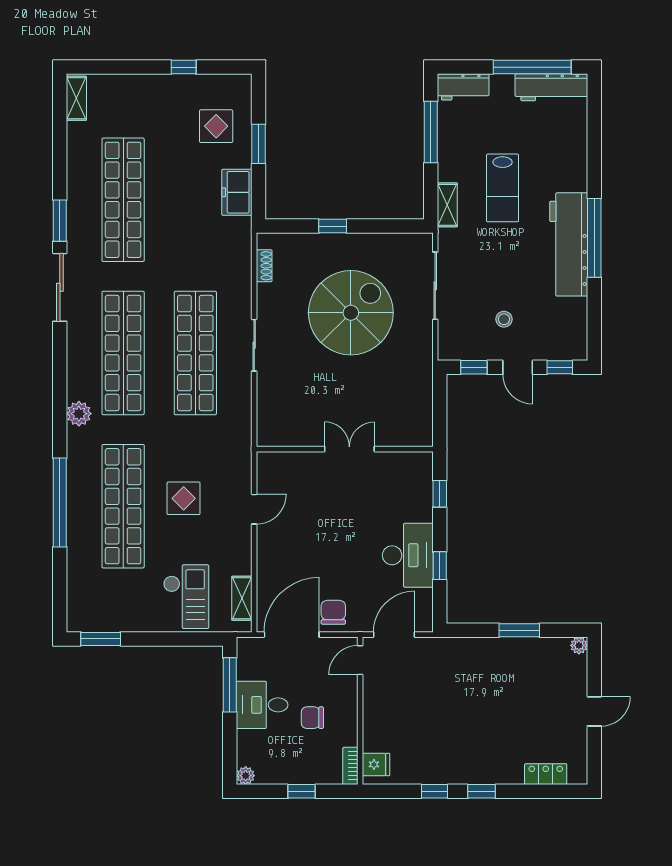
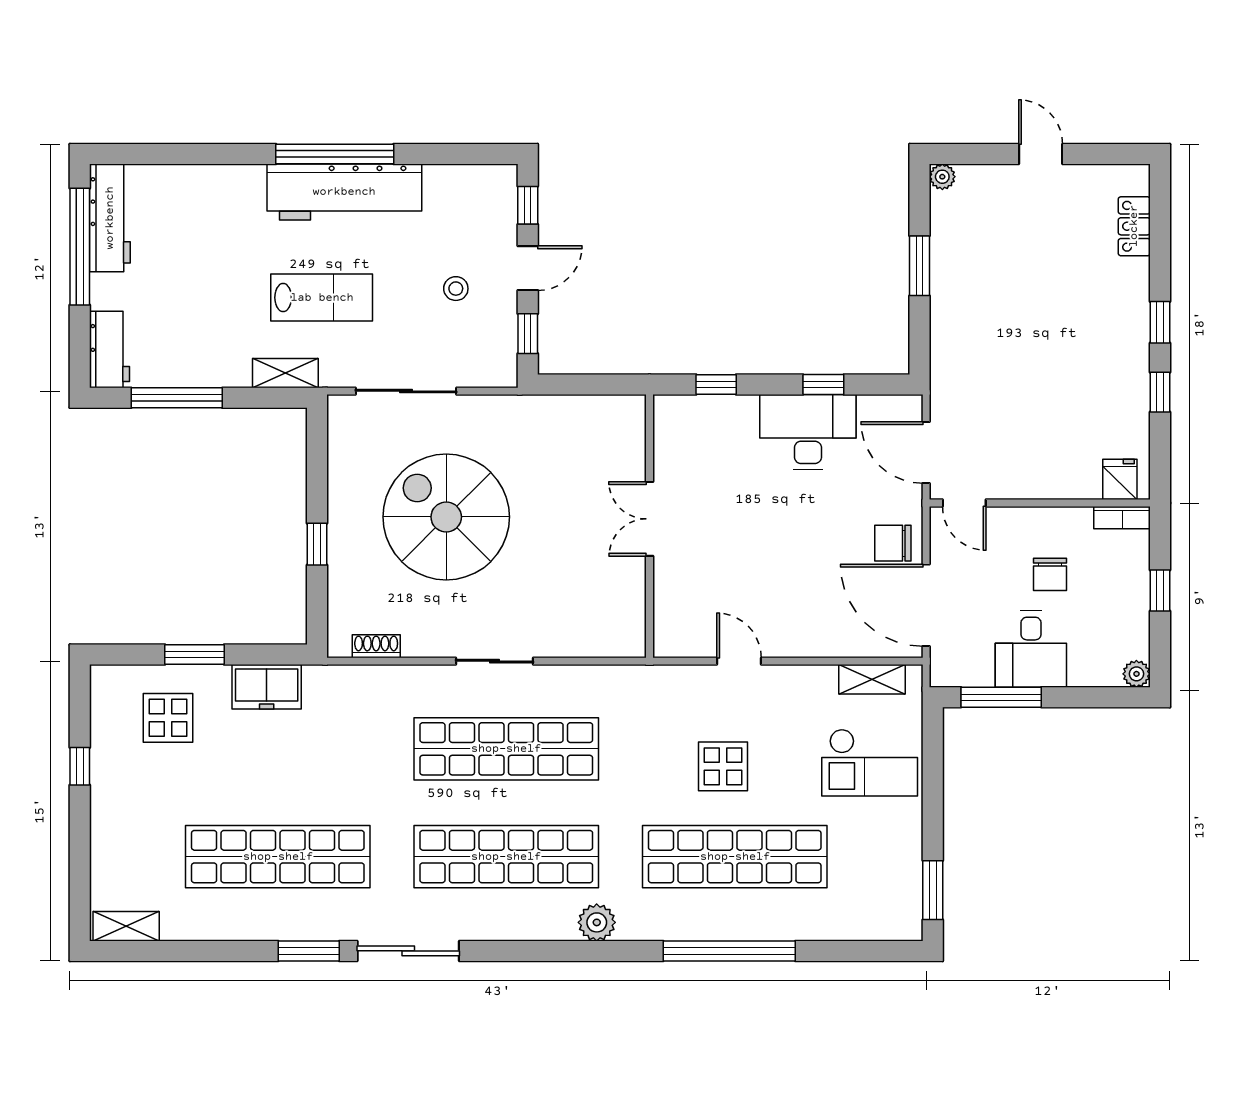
lab bench: (503, 188) -> (322, 298), moved
checkout: (186, 597) -> (870, 763), turned 180

